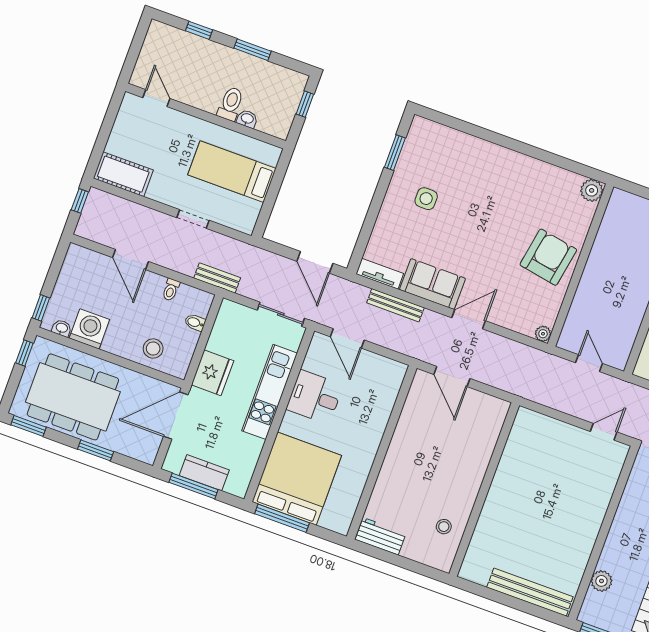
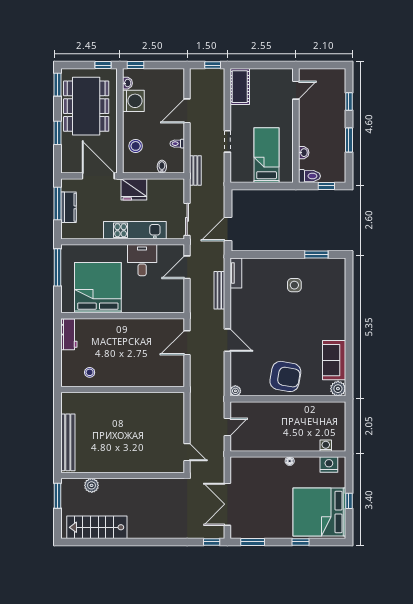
toilet: (231, 104) -> (309, 176), moved
sofa: (432, 284) -> (334, 360), moved, turned 180
bed: (297, 479) -> (98, 288), moved, turned -90

